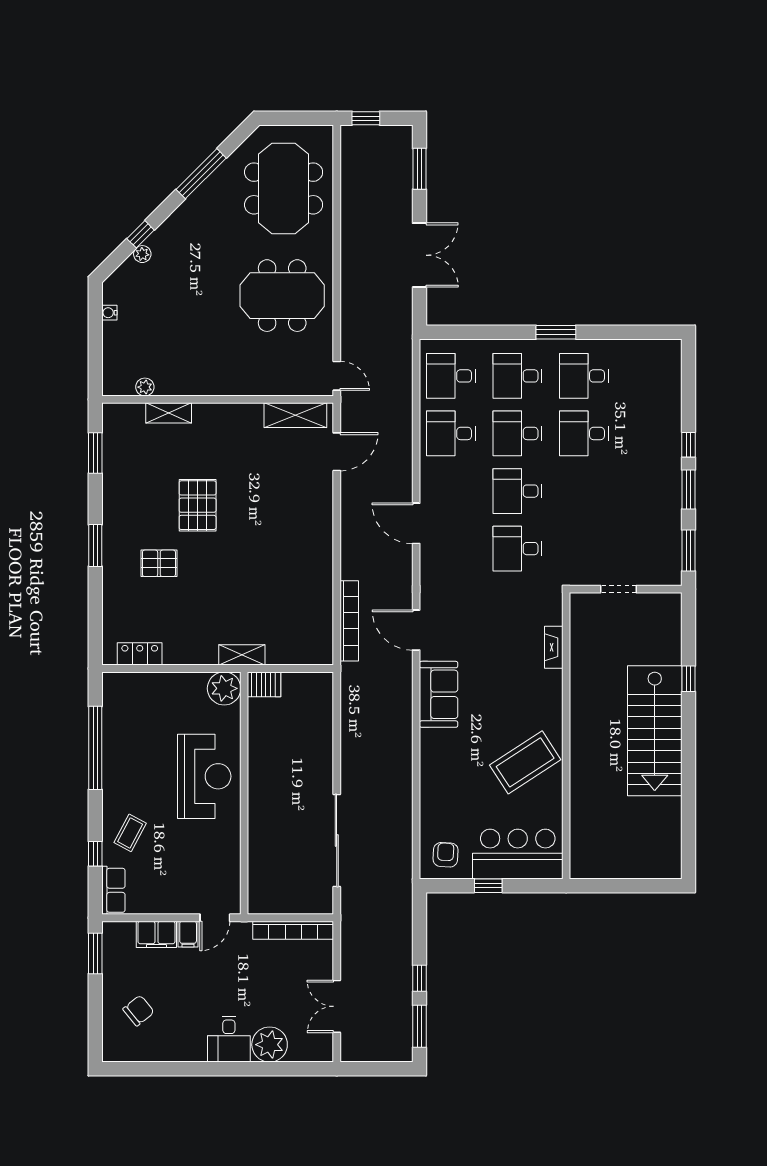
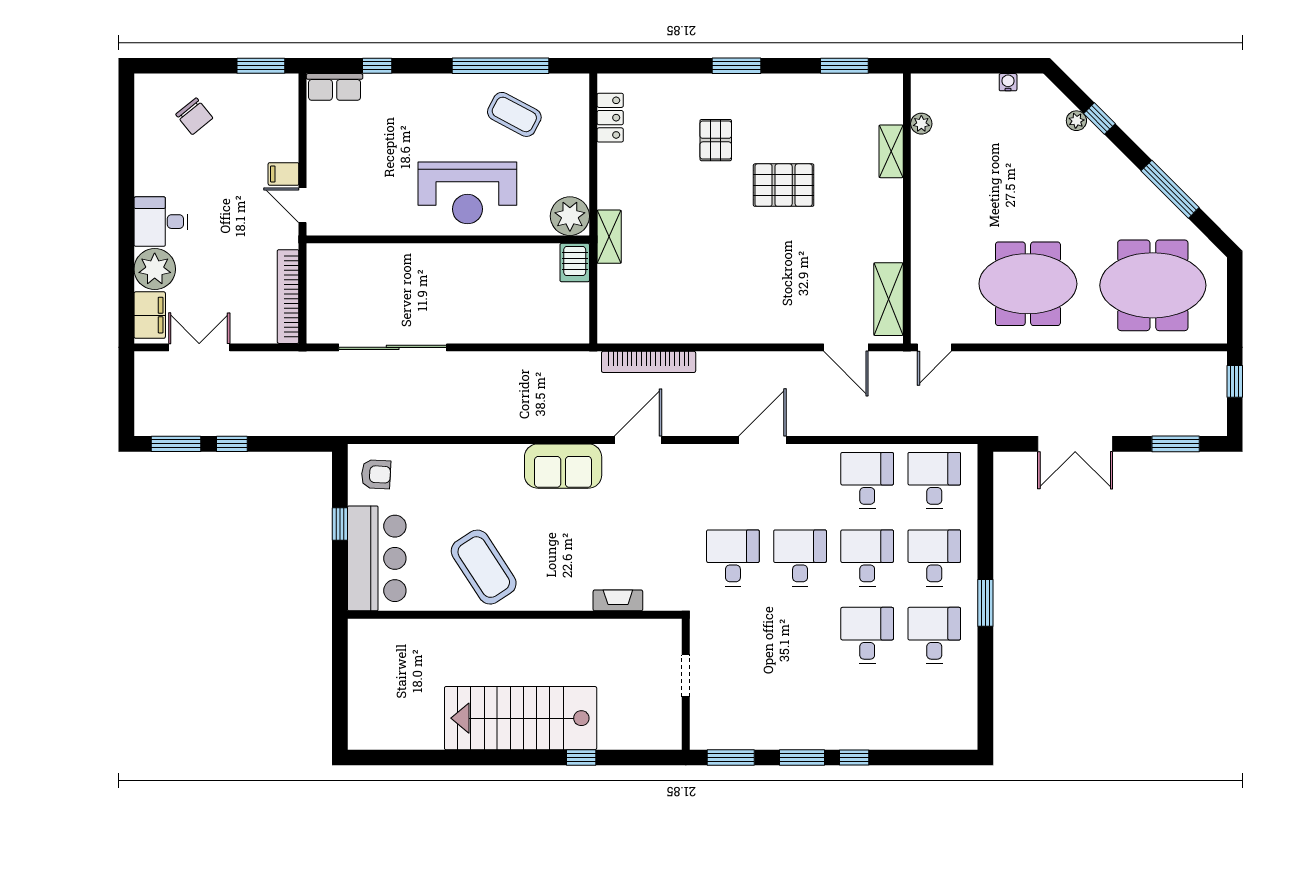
meeting table: (282, 296) -> (1028, 284), turned 90
coffee table: (130, 833) -> (514, 114), moved, width x1.36, depth x1.30
filing cabinet: (156, 934) -> (150, 315), moved, turned 180

